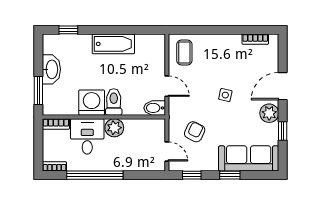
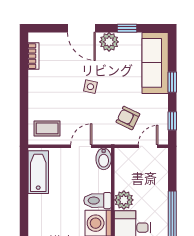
bathtub: (113, 44) -> (38, 172), moved

